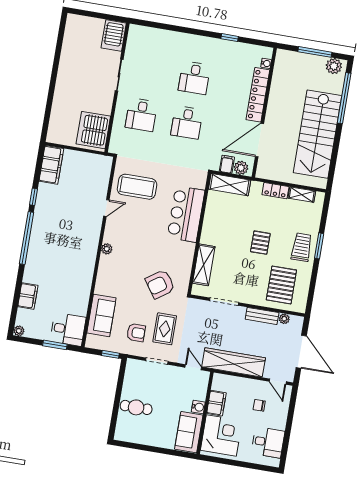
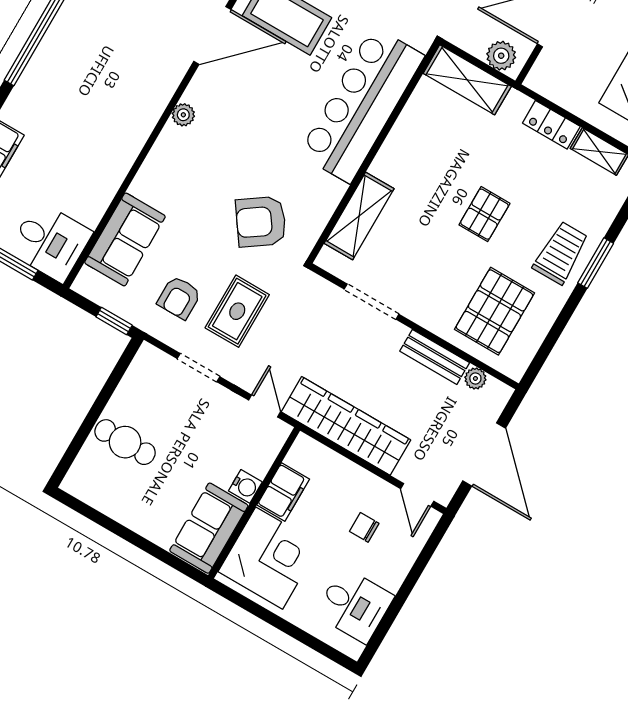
filing cabinet: (227, 164) -> (477, 38), removed
door: (106, 208) -> (212, 35), width x1.87
bar counter: (186, 214) -> (362, 105), width x1.36
armchair: (136, 333) -> (179, 298), turned 90

